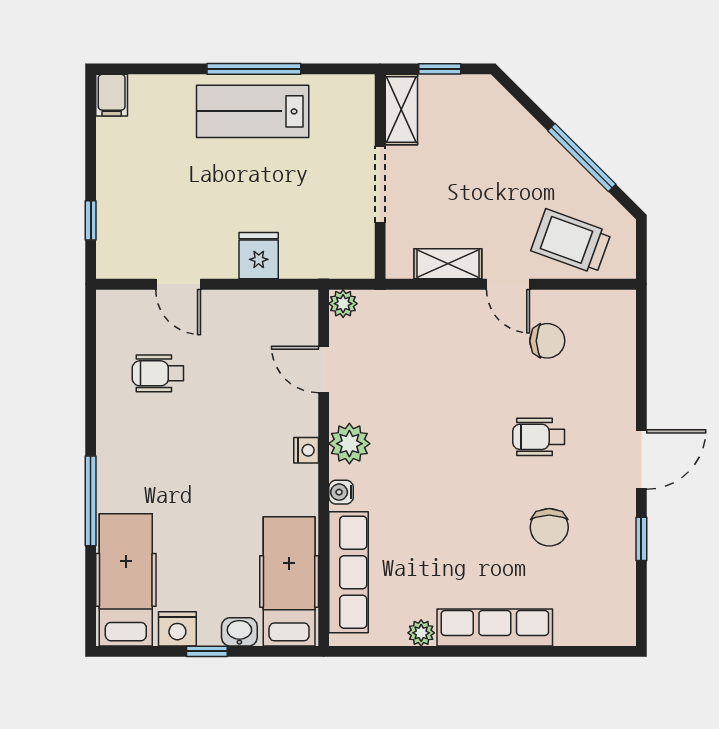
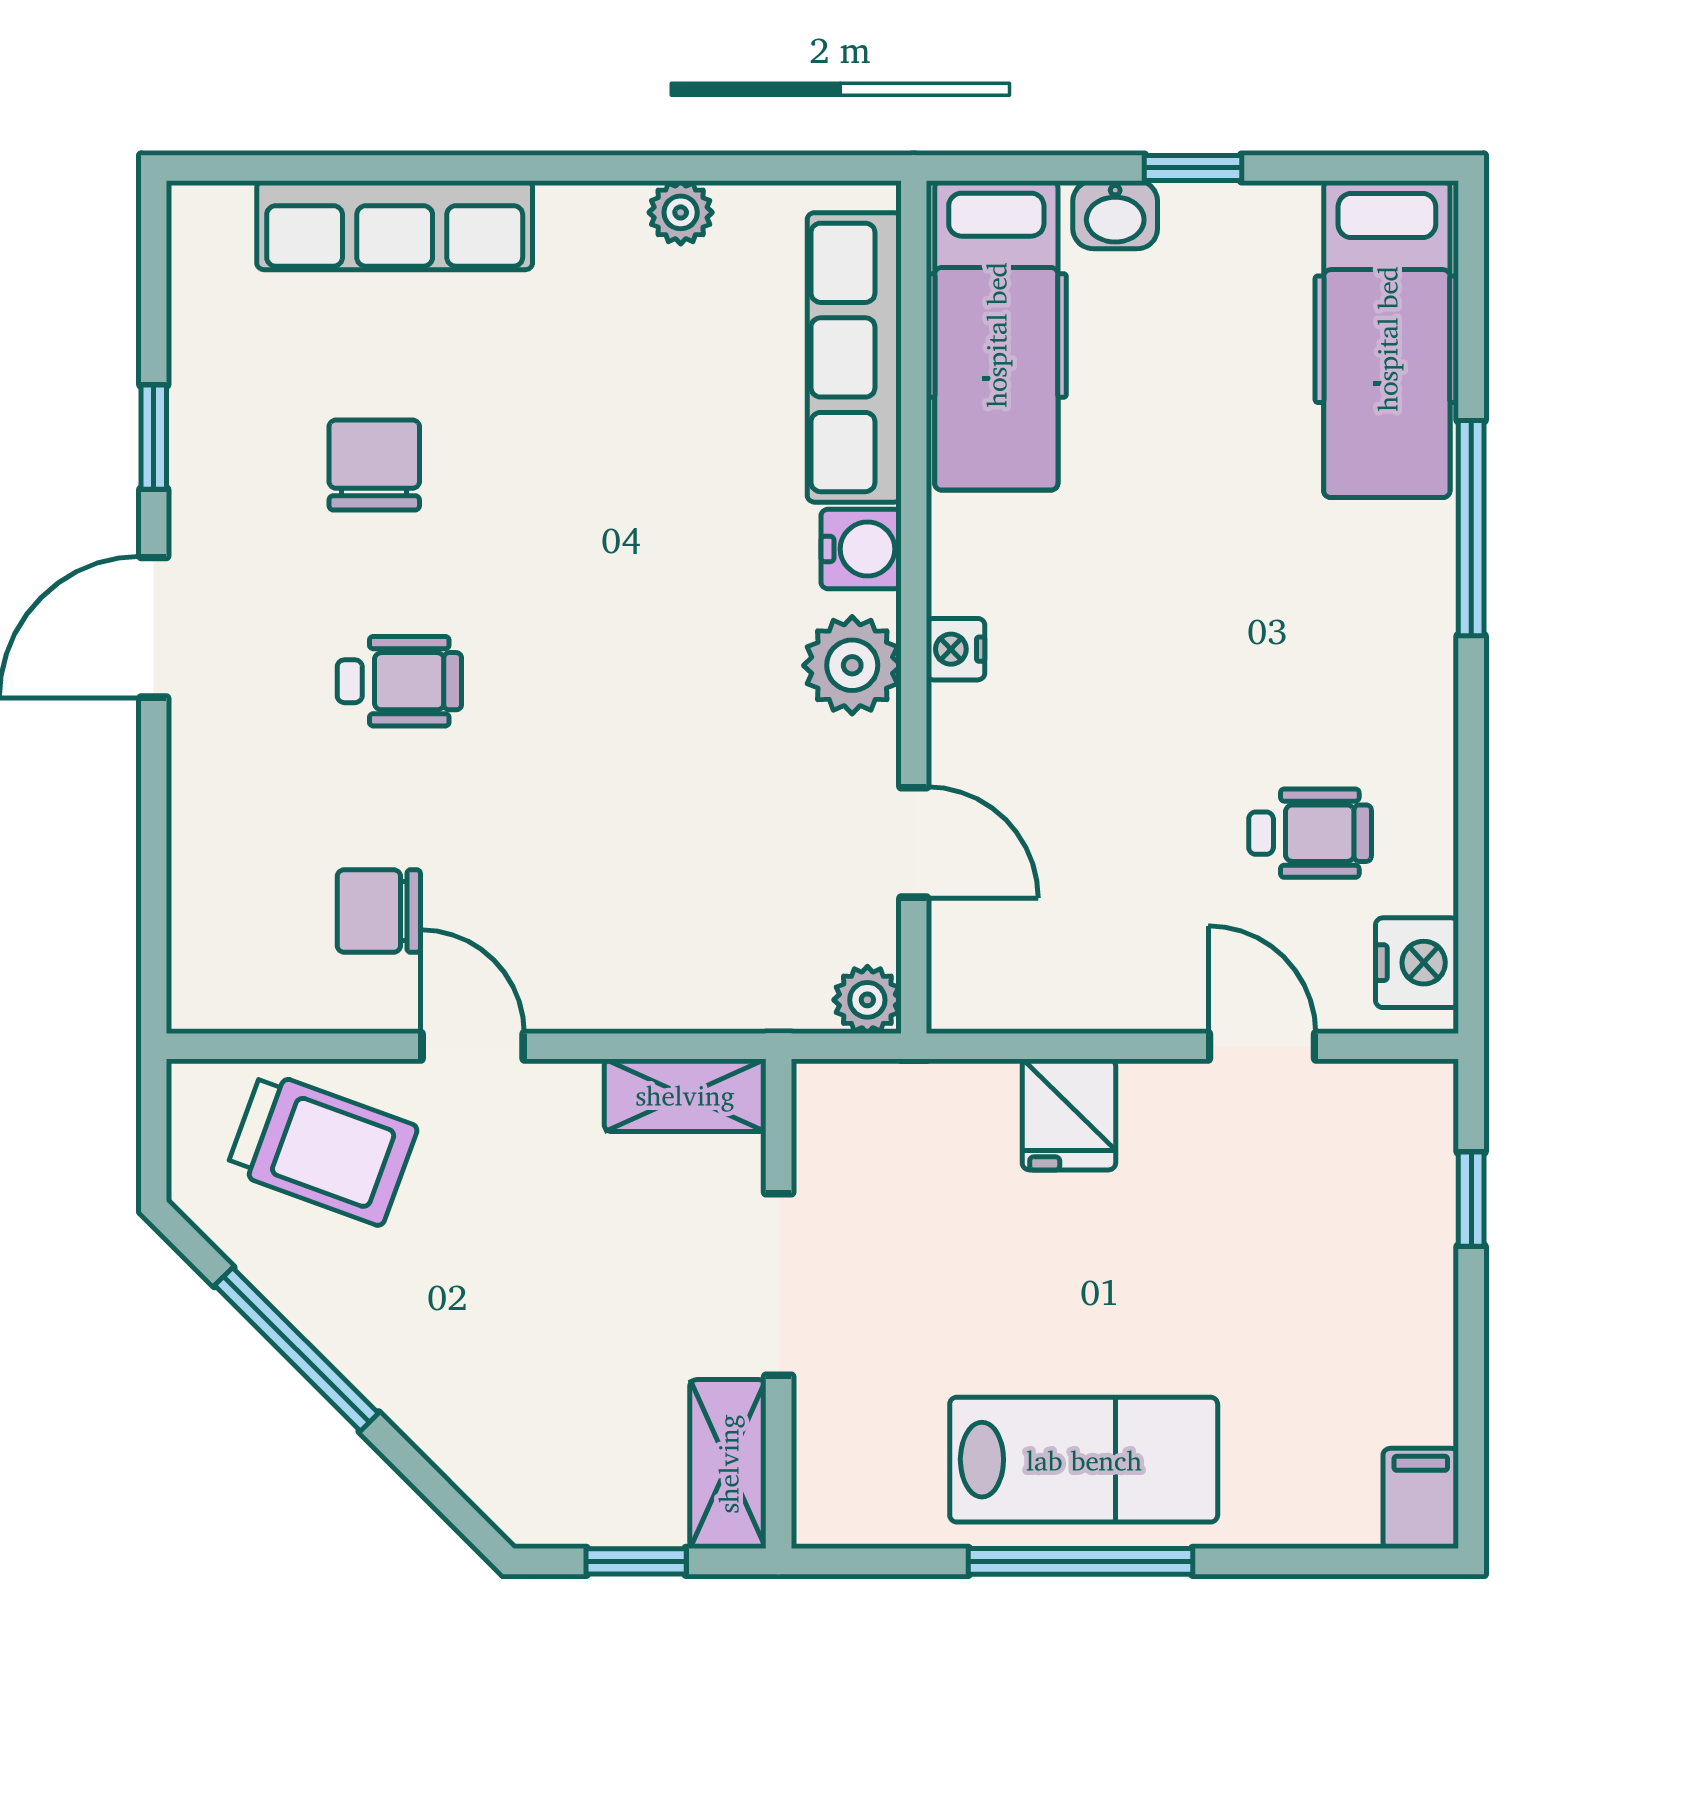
shelving: (448, 264) -> (685, 1095), moved
water cooler: (341, 492) -> (861, 549), width x1.38, depth x1.38
row of seats: (495, 627) -> (395, 225), moved
nightstand: (177, 629) -> (1417, 963), moved, turned 90

